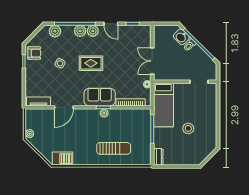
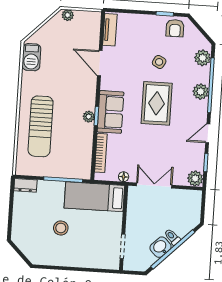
plant: (93, 31) -> (195, 179), moved
washbasin: (181, 37) -> (160, 247), moved
rug: (91, 63) -> (157, 103), width x1.36, depth x1.43
sun lounger: (114, 148) -> (41, 126), width x1.36, depth x1.34

